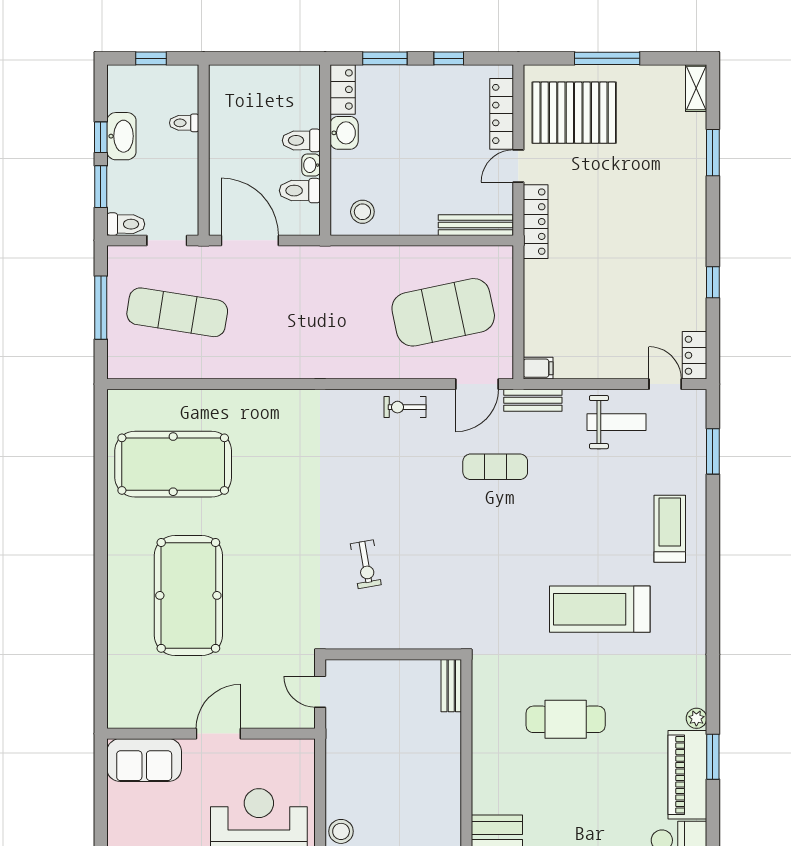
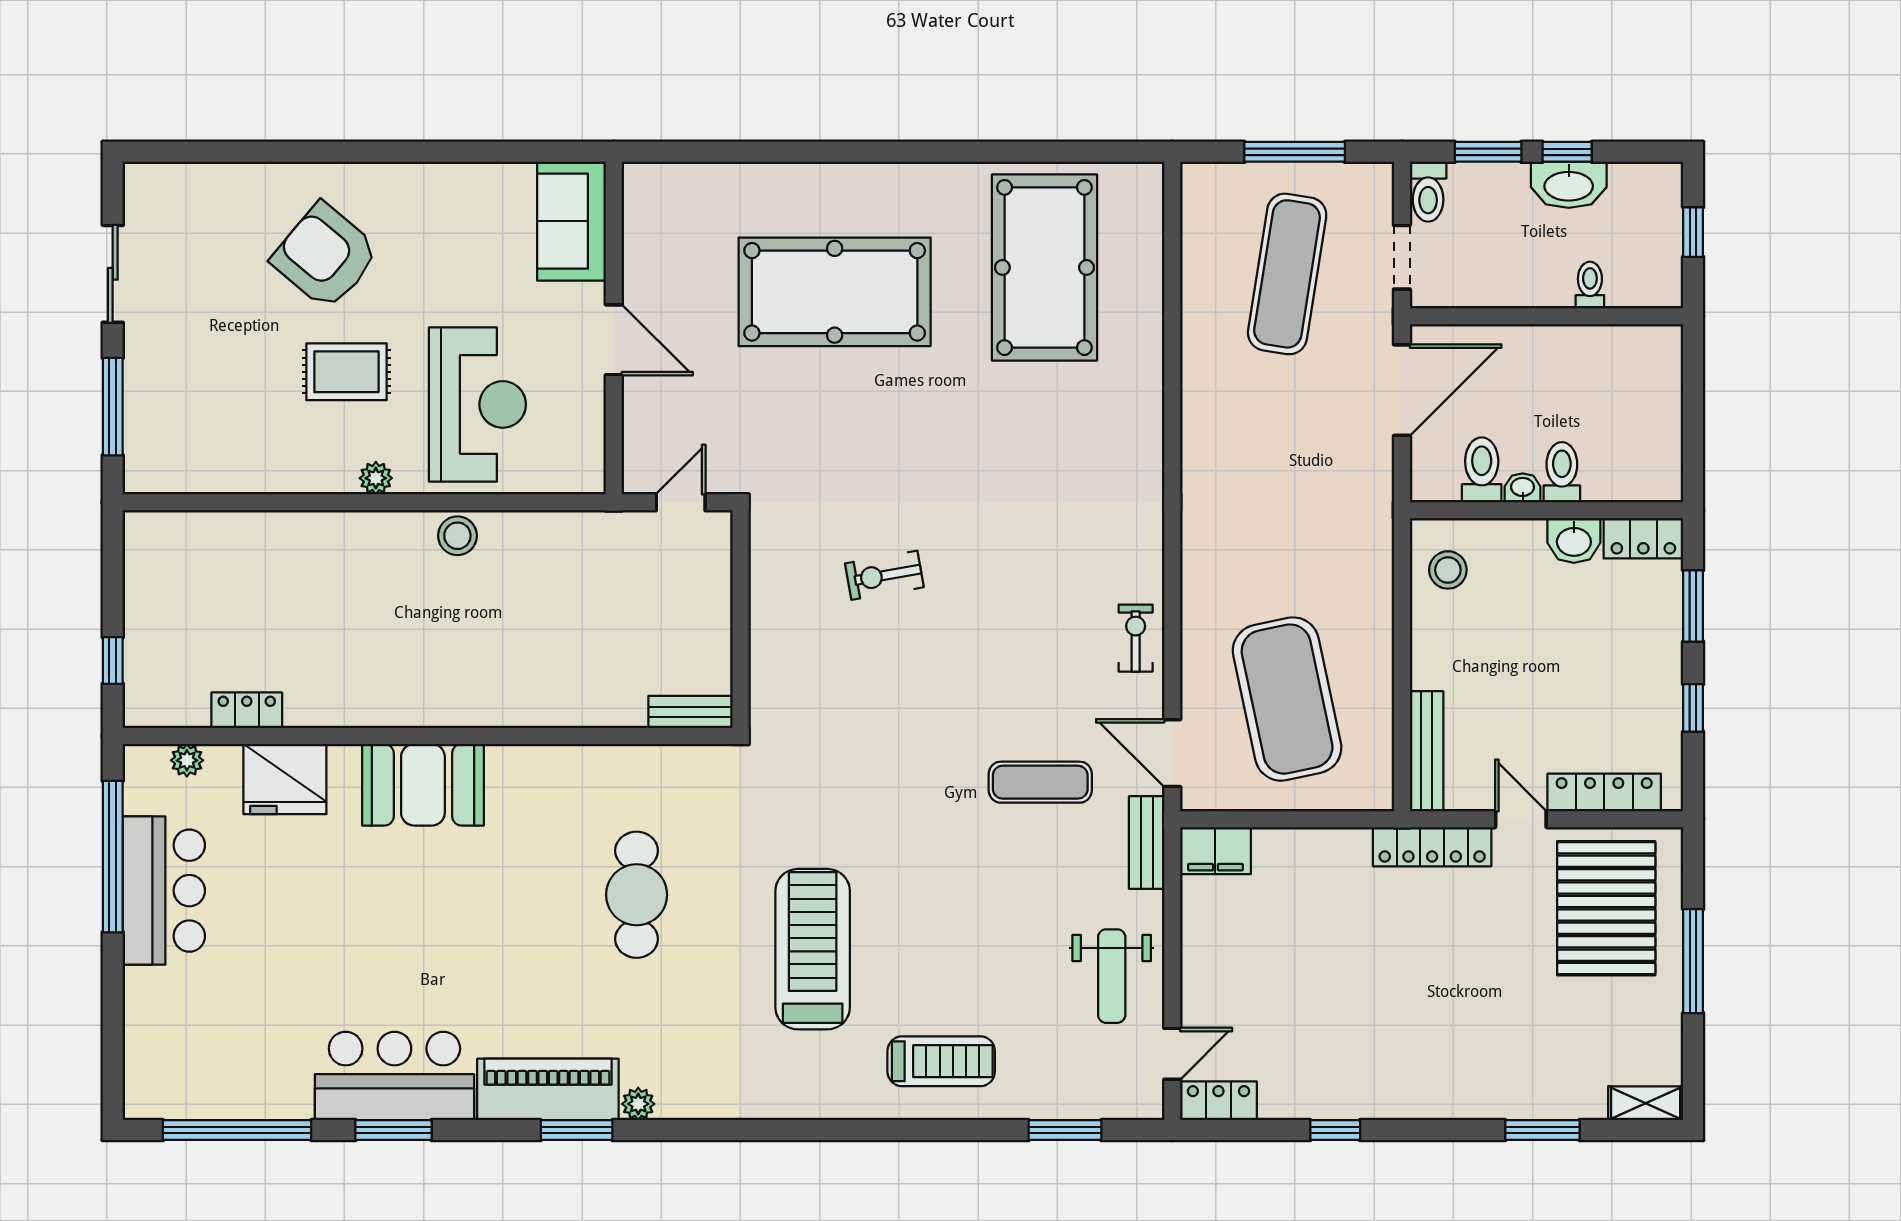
filing cabinet: (538, 368) -> (1215, 851), width x2.00
exercise mat: (495, 467) -> (1040, 782), turned 90

